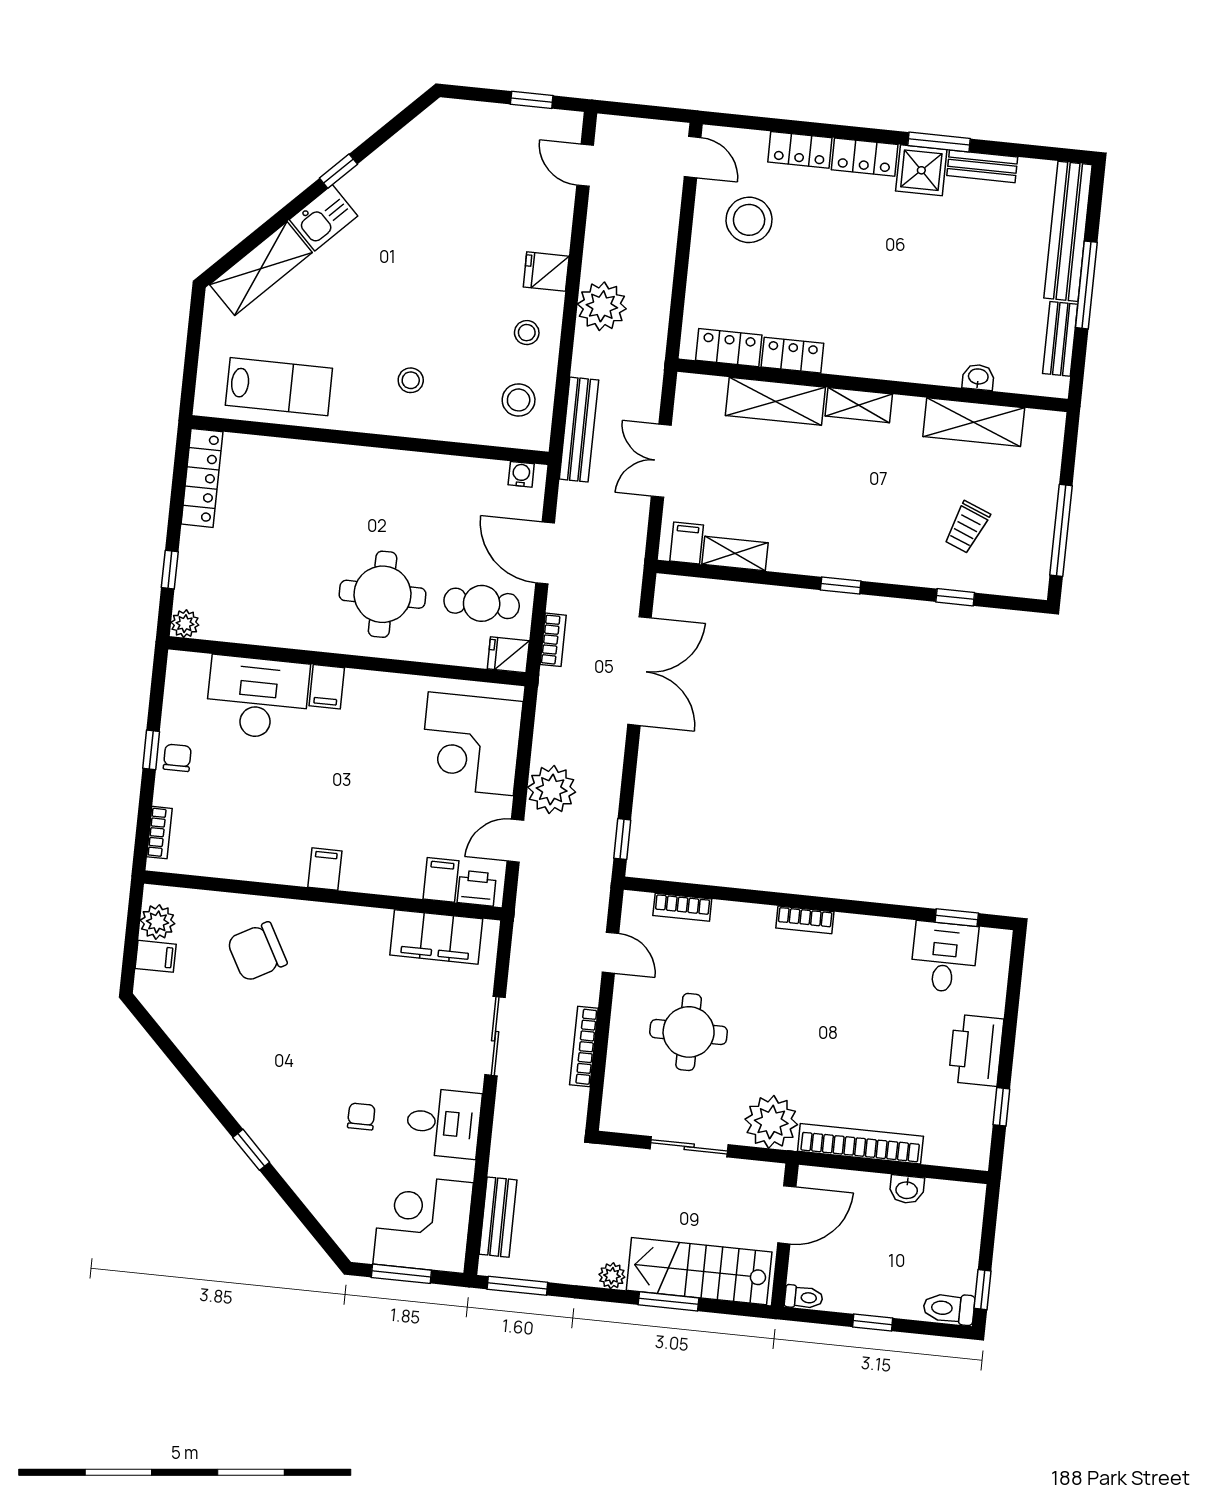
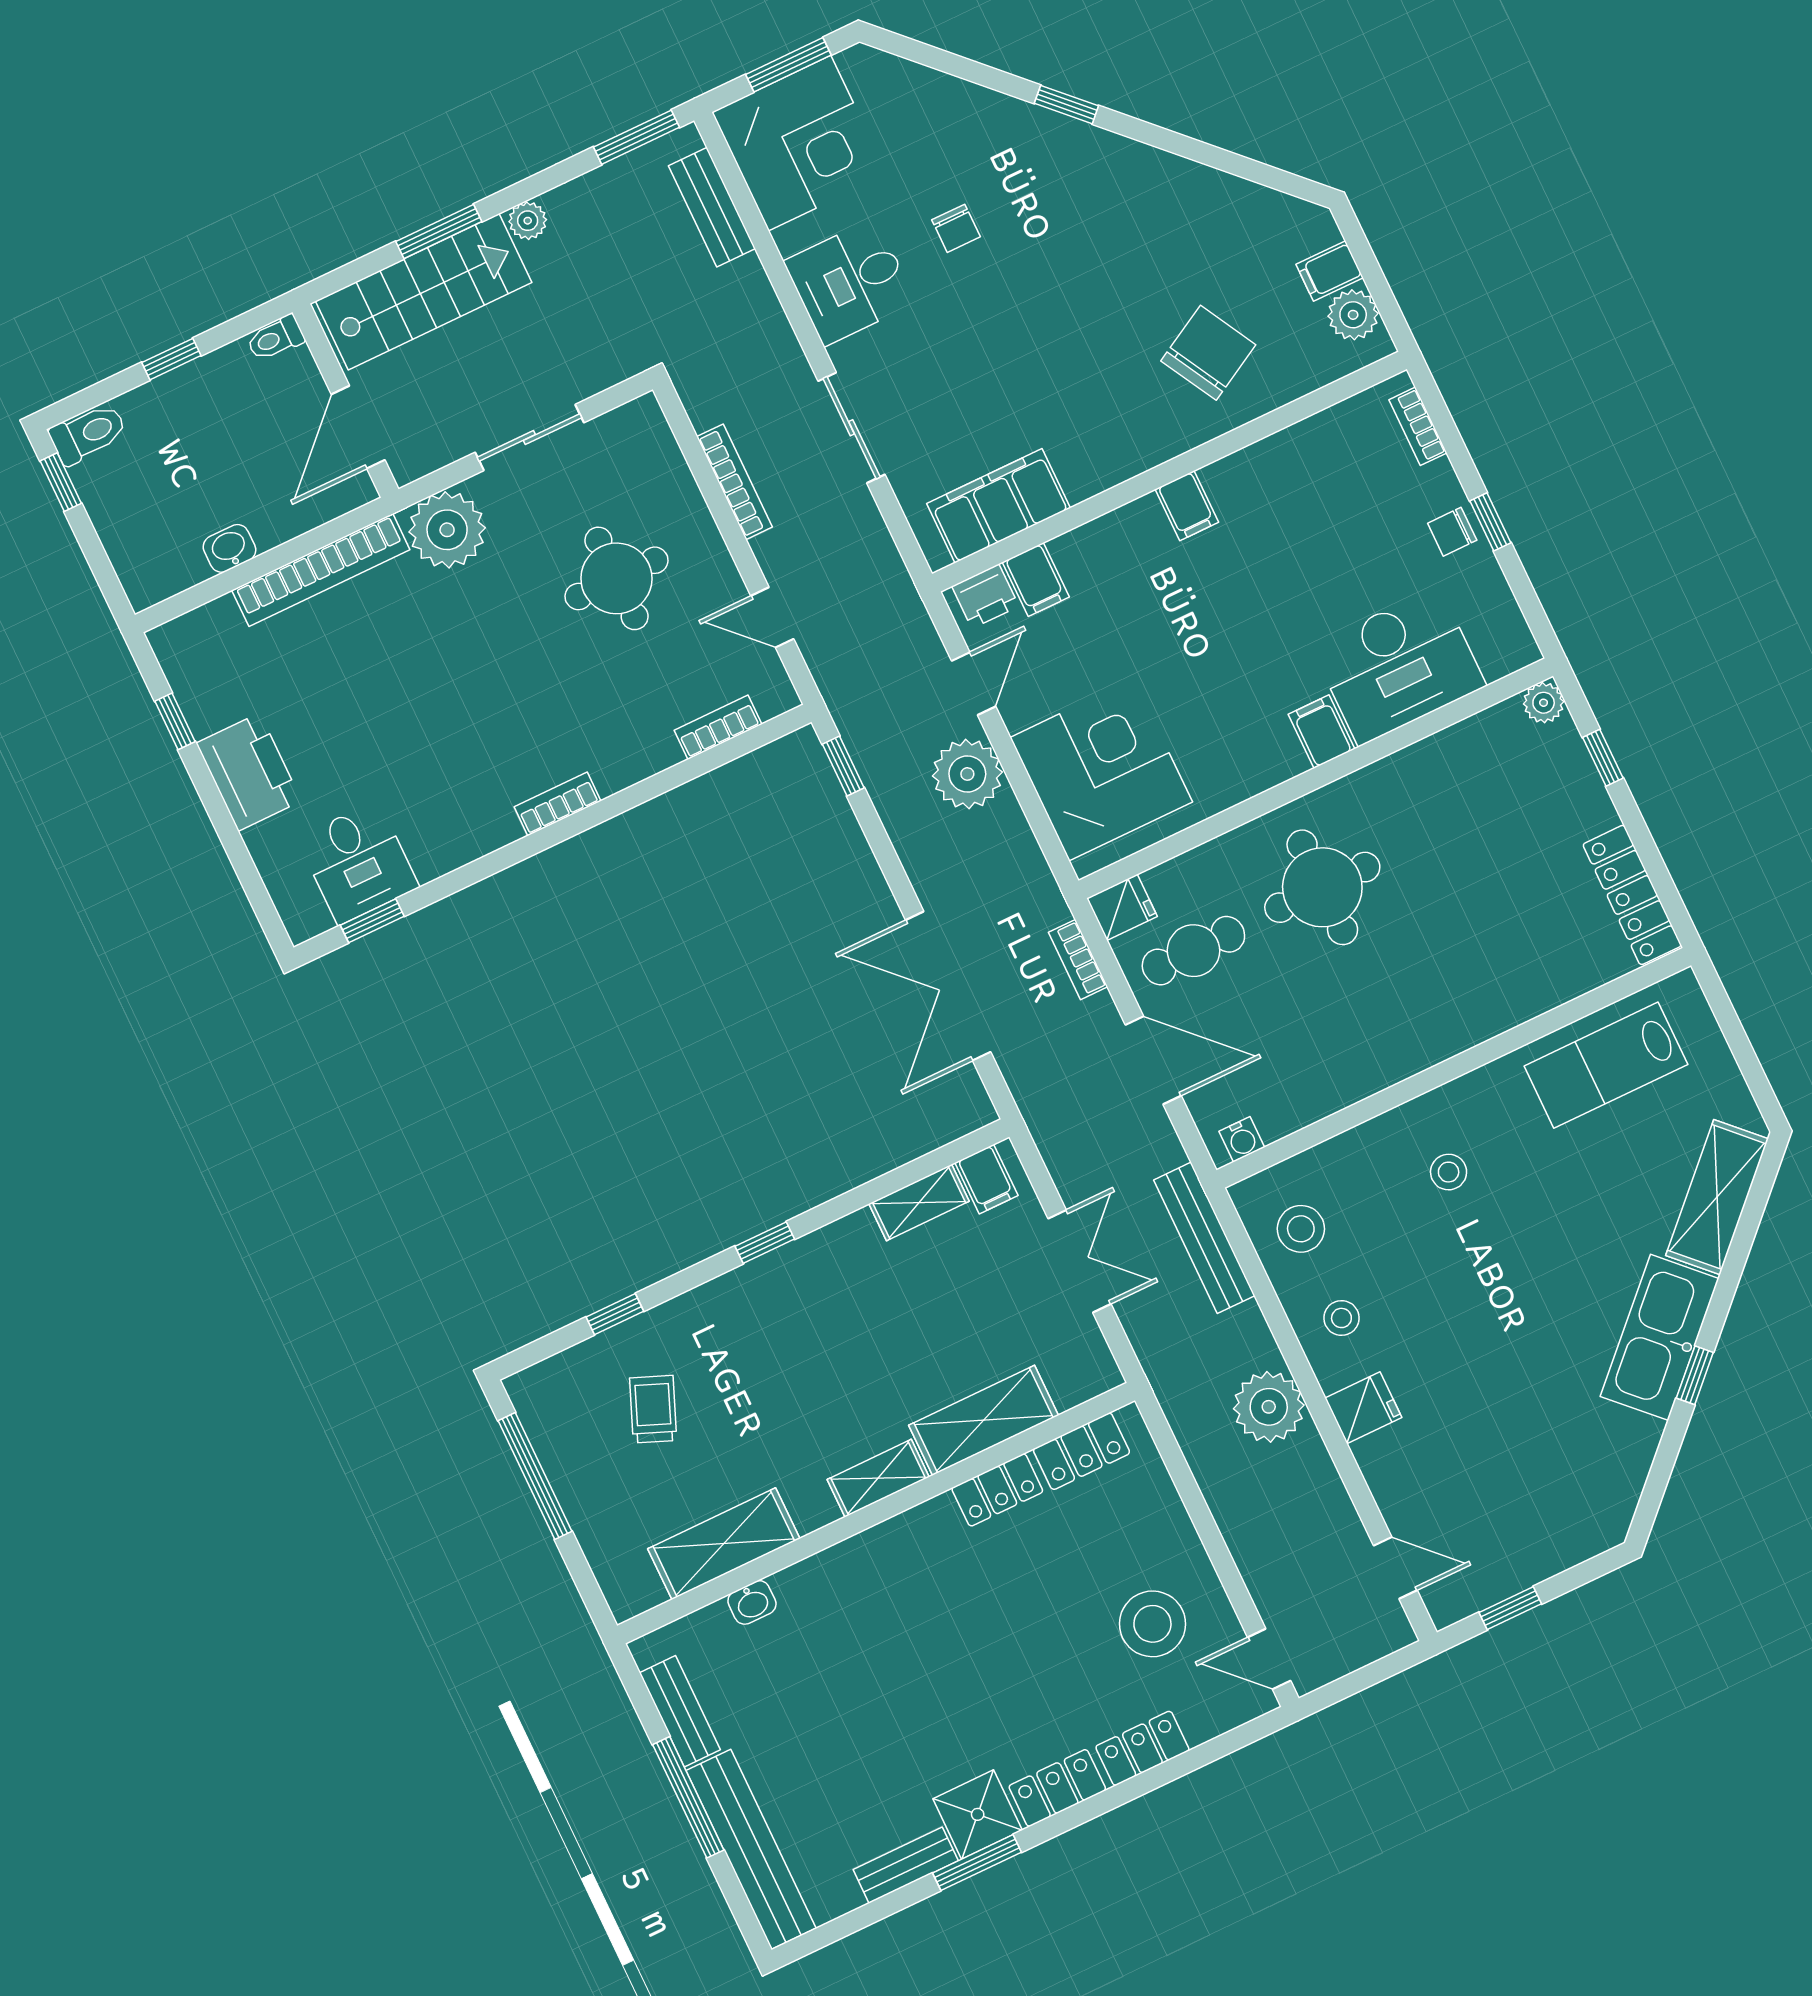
kitchen sink: (324, 218) -> (1660, 1337), width x1.88, depth x1.24
chair: (177, 758) -> (1452, 532), turned 90

